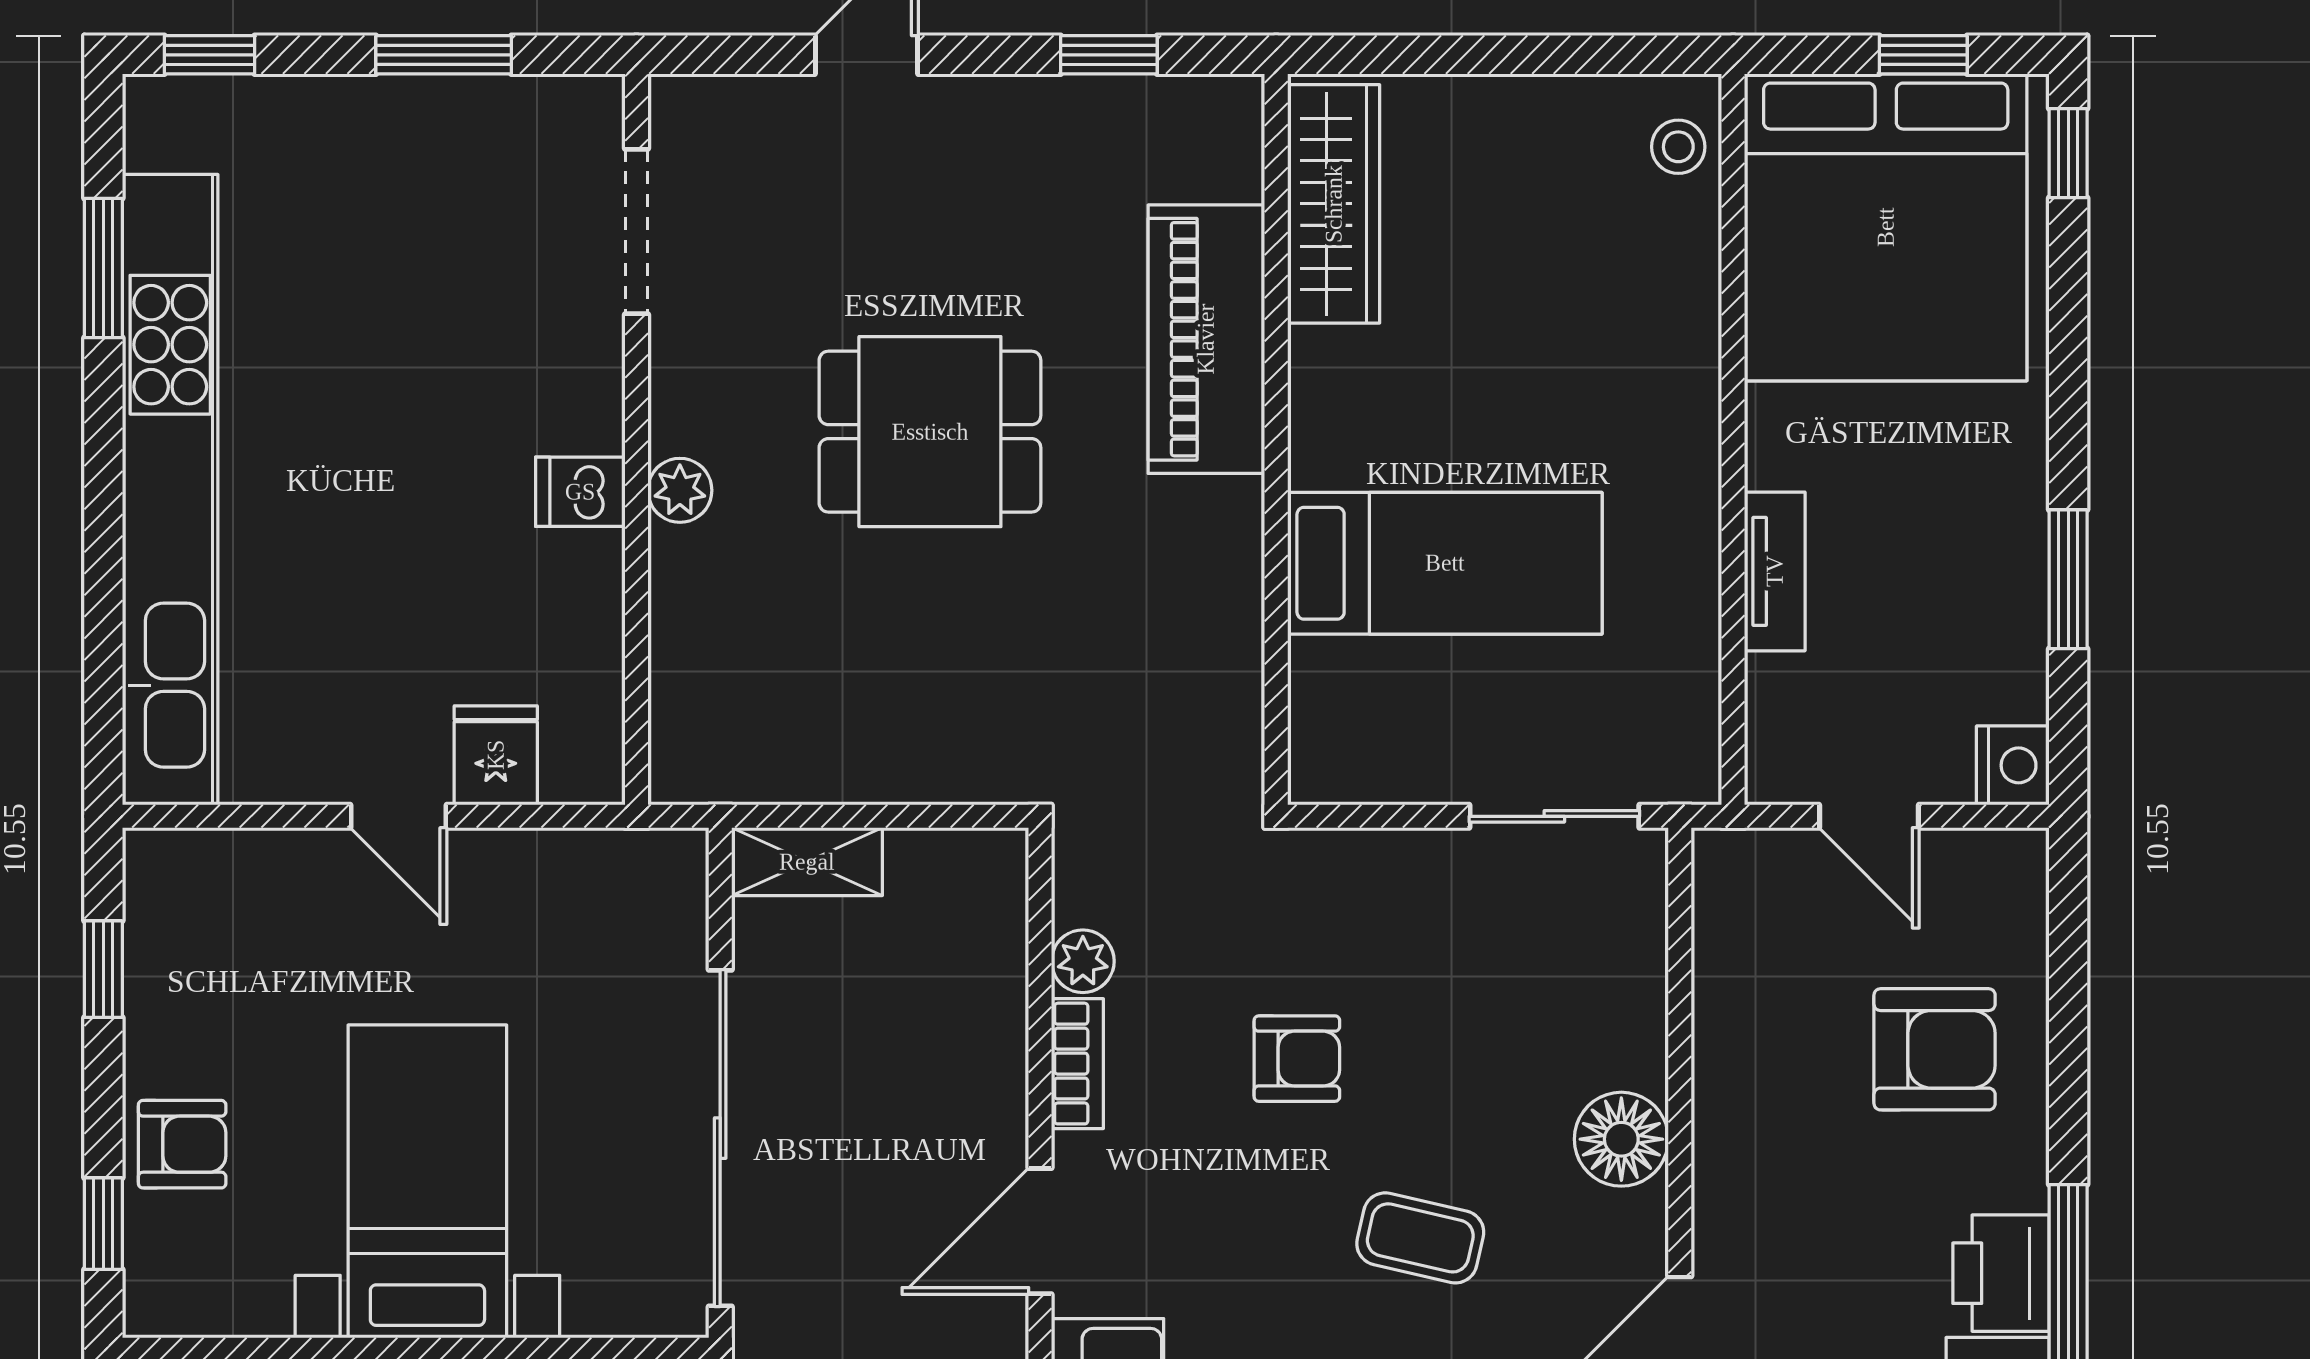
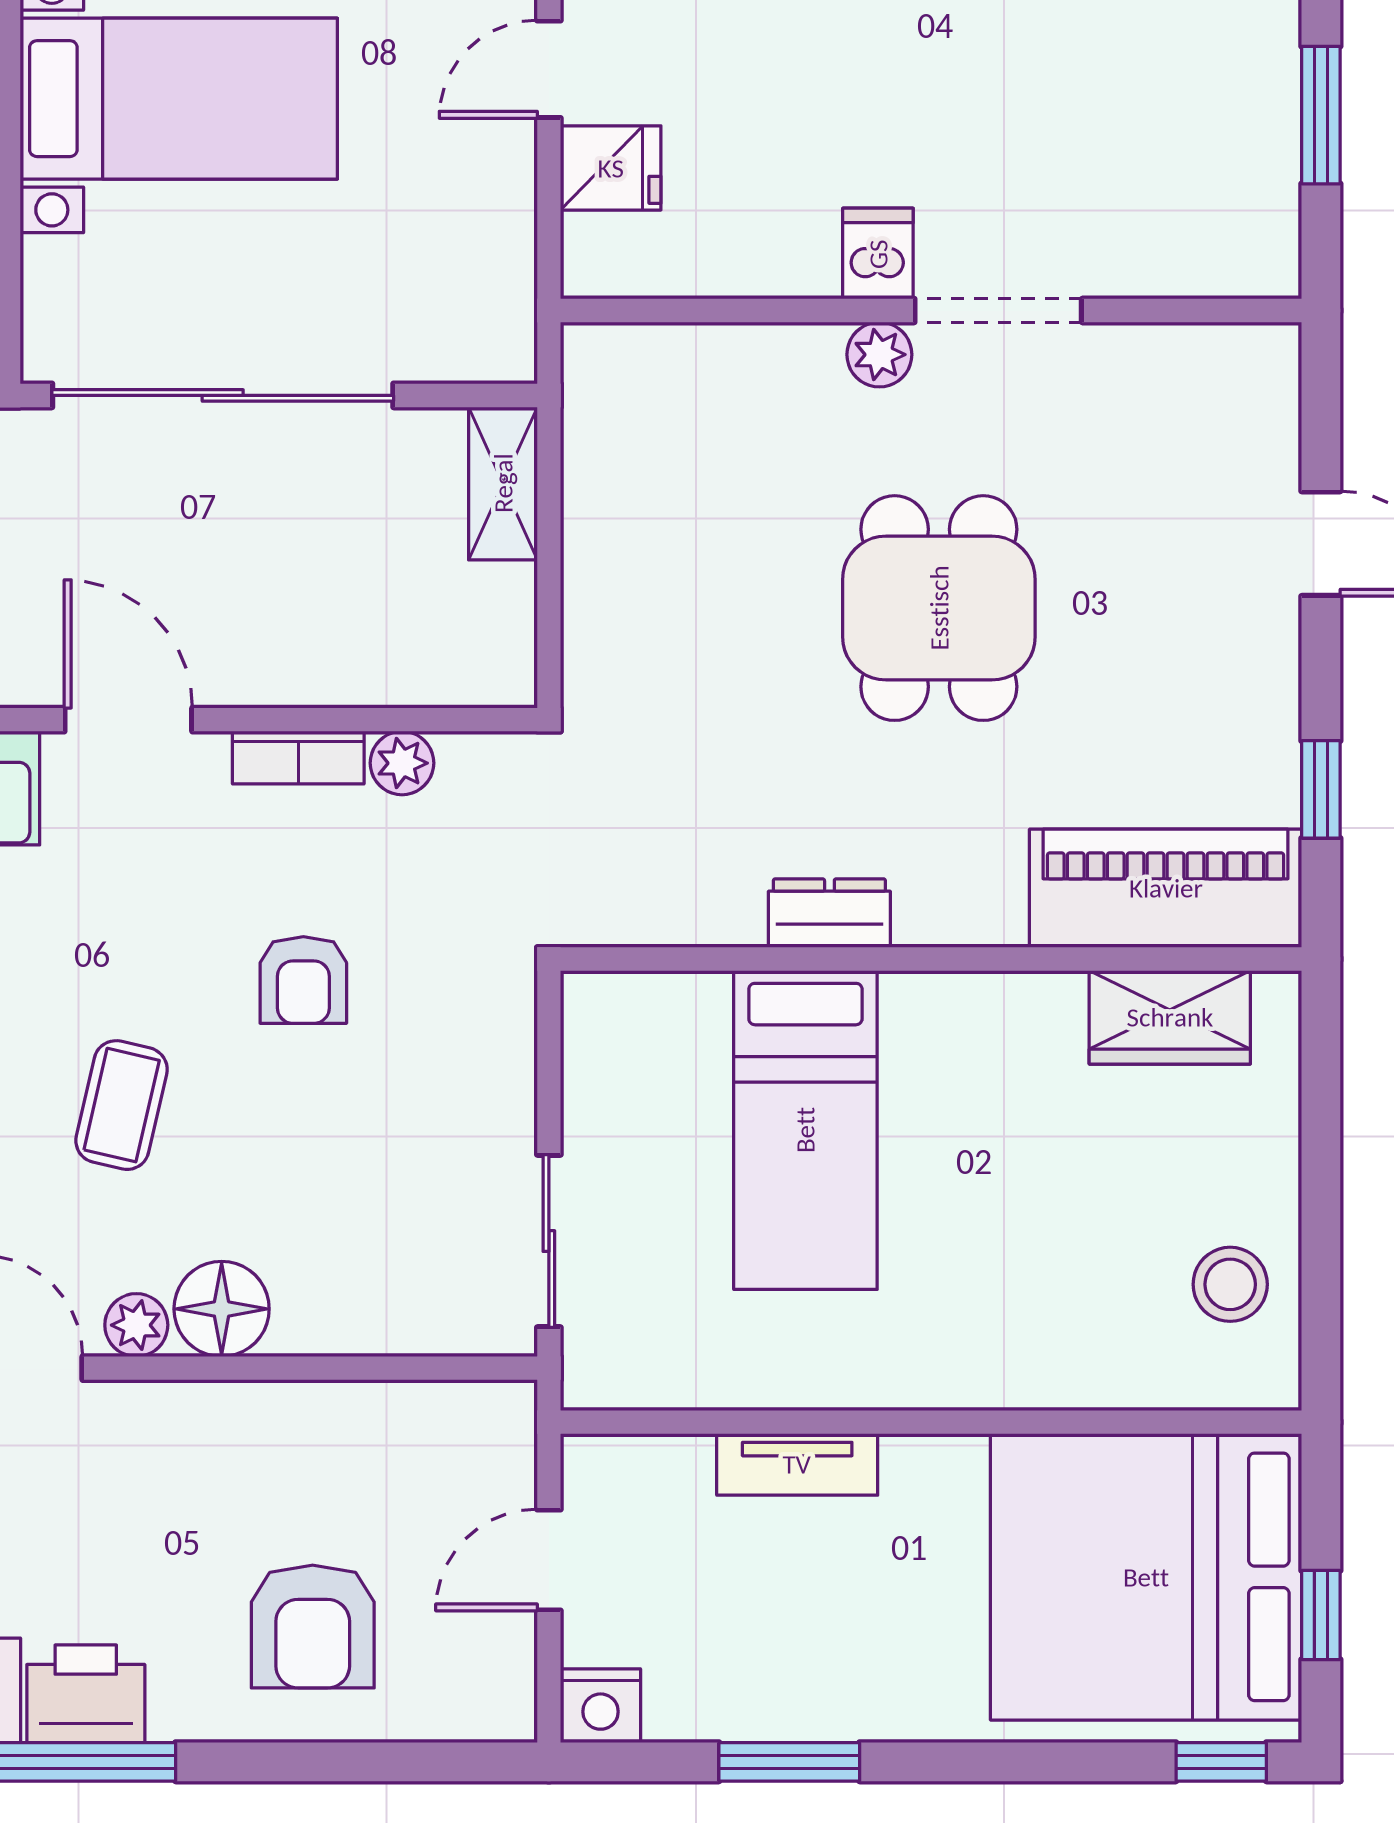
stool: (1678, 147) -> (1230, 1284), moved, width x1.37, depth x1.37
wardrobe: (1334, 204) -> (1170, 1017), width x0.67
doorway: (636, 231) -> (998, 311), moved
piano: (1206, 339) -> (1166, 888), moved
dresser: (1231, 540) -> (829, 913), added
plant: (1637, 1223) -> (136, 1325), added

